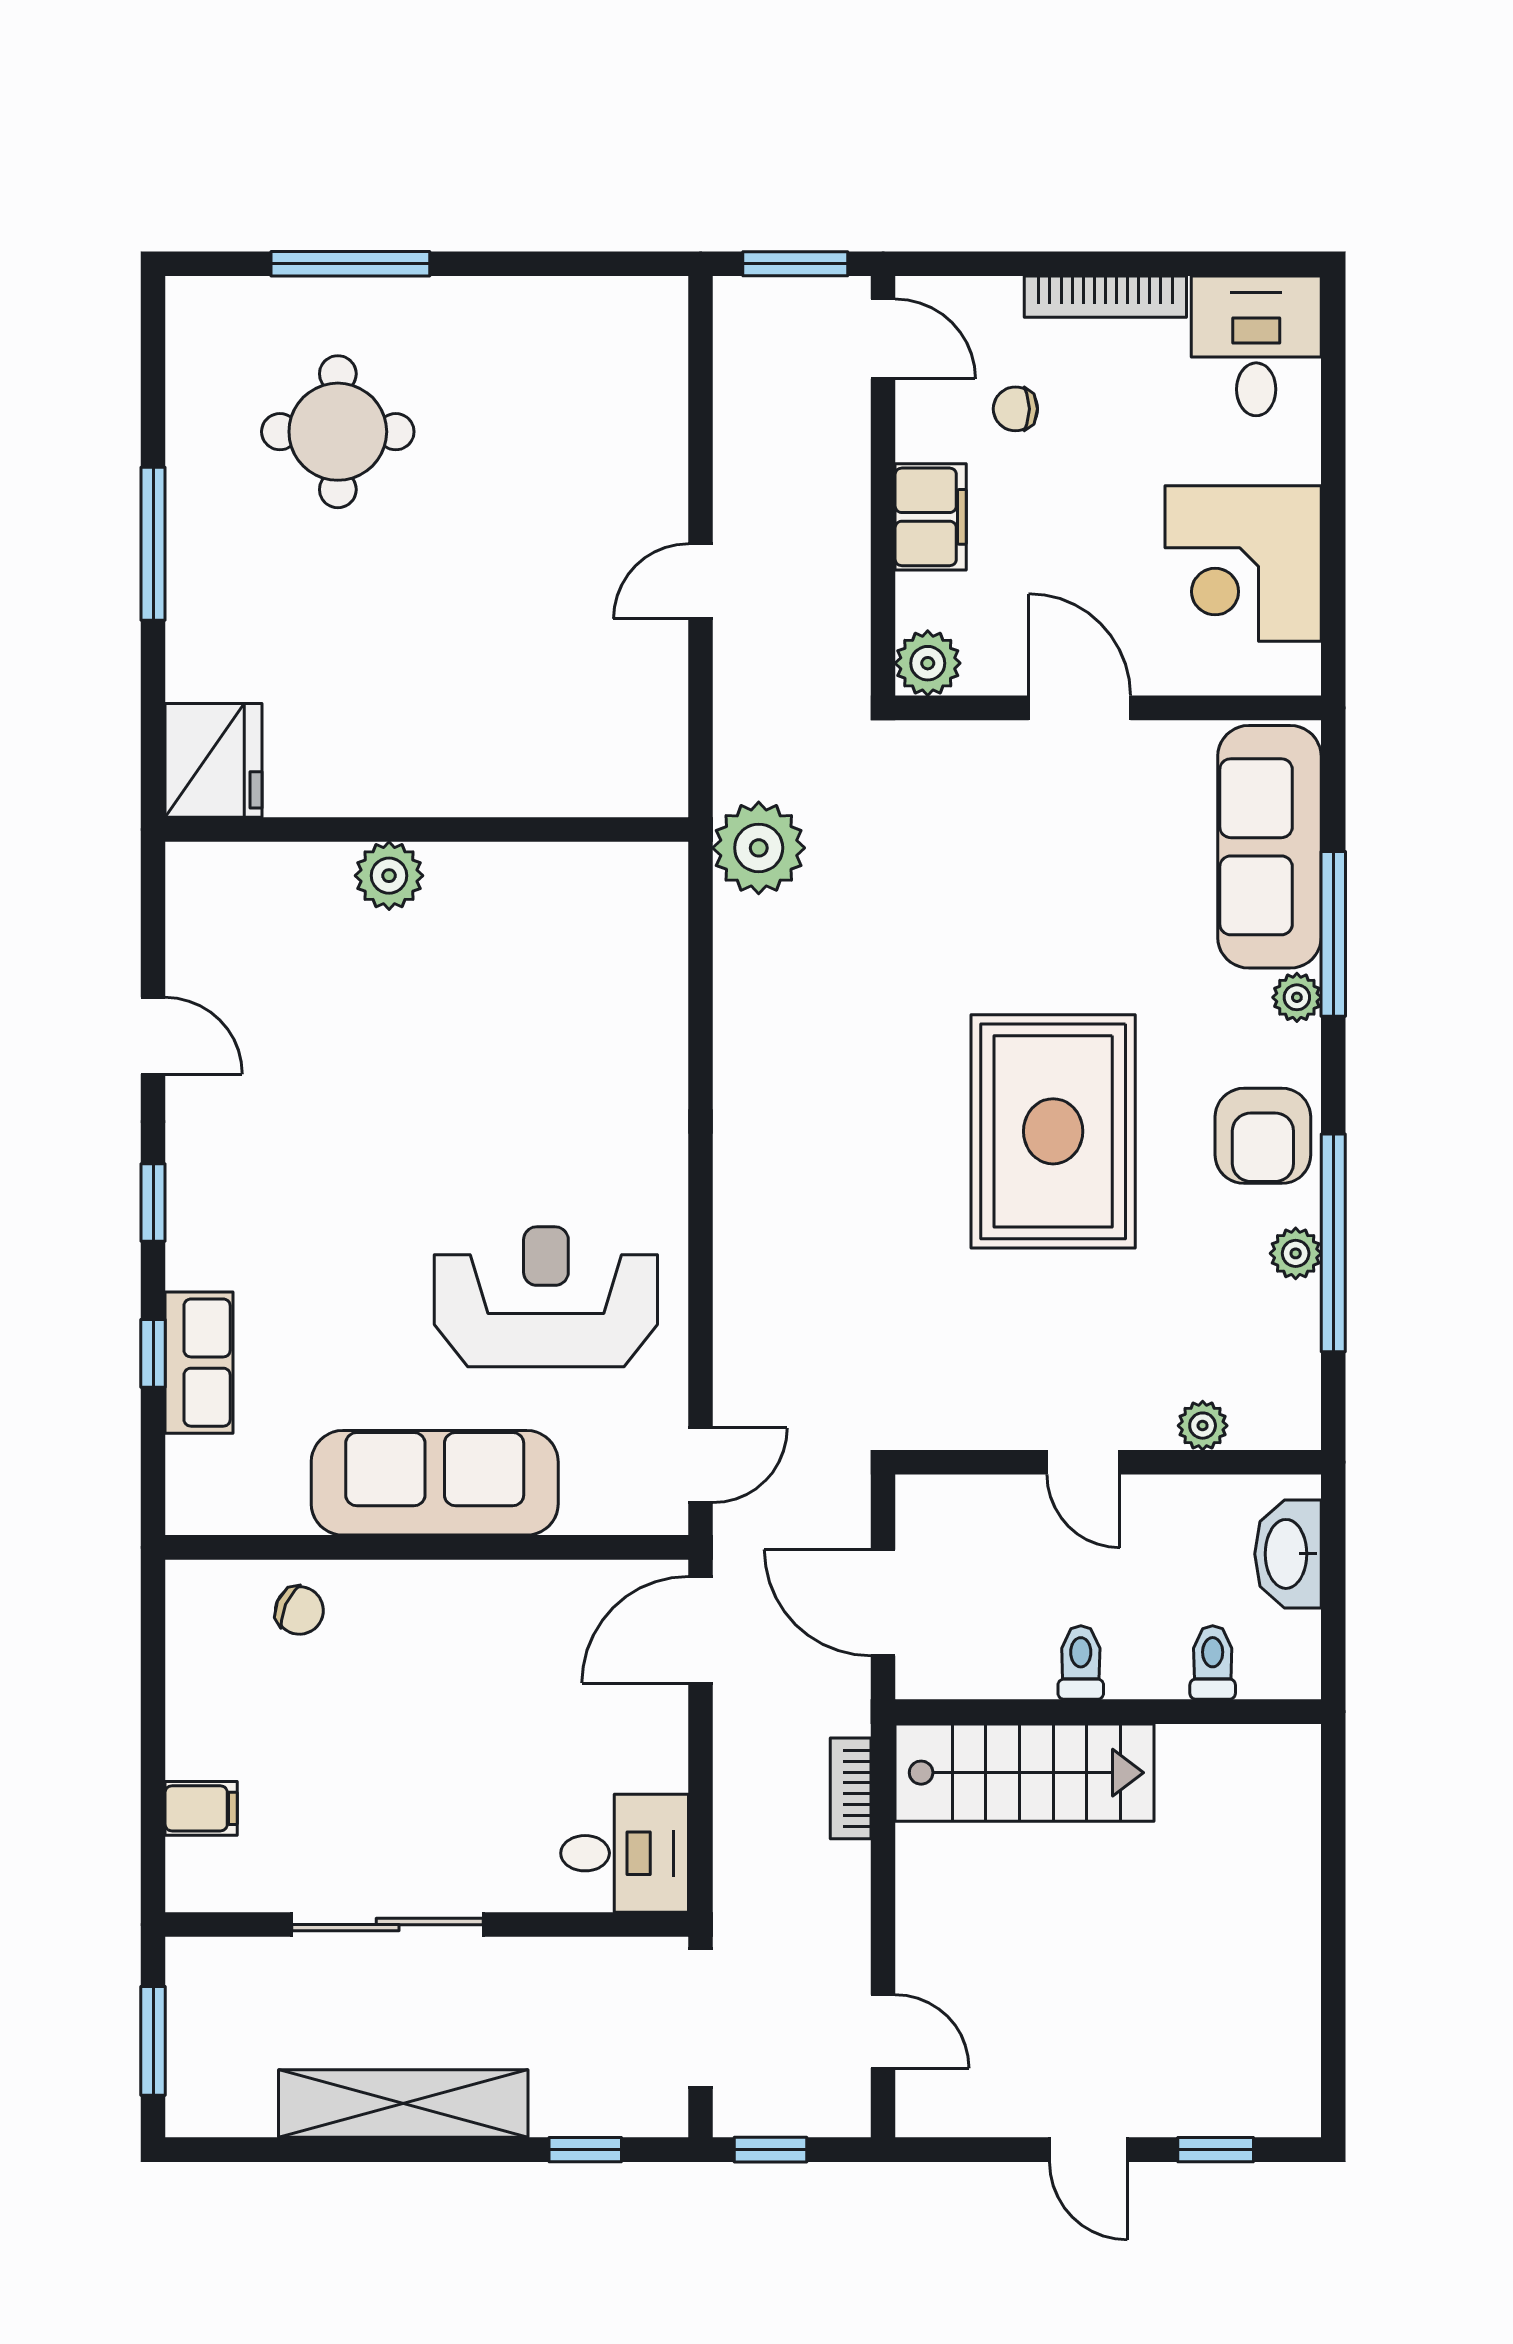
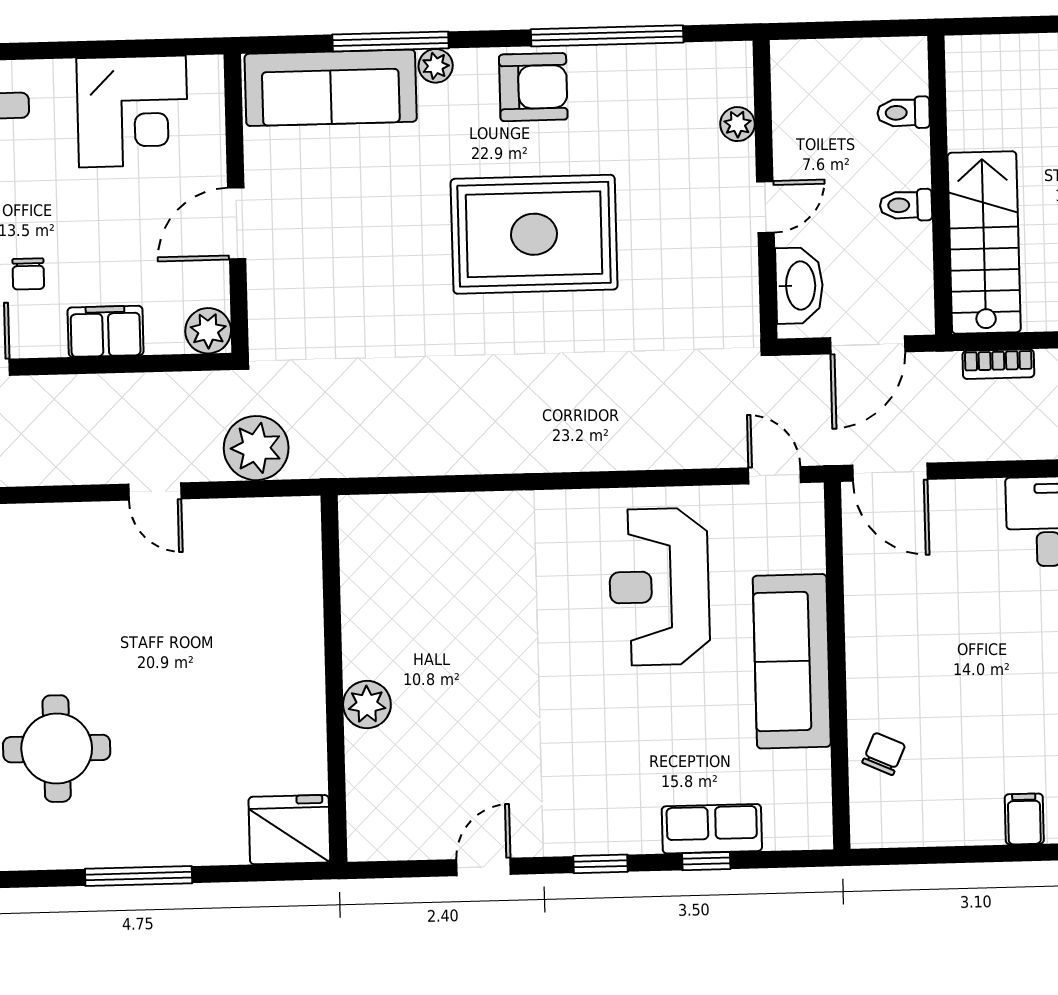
plant: (759, 848) -> (256, 448), moved
plant: (1296, 1253) -> (615, 62), removed
washbasin: (1288, 1554) -> (799, 286), moved, turned -90

